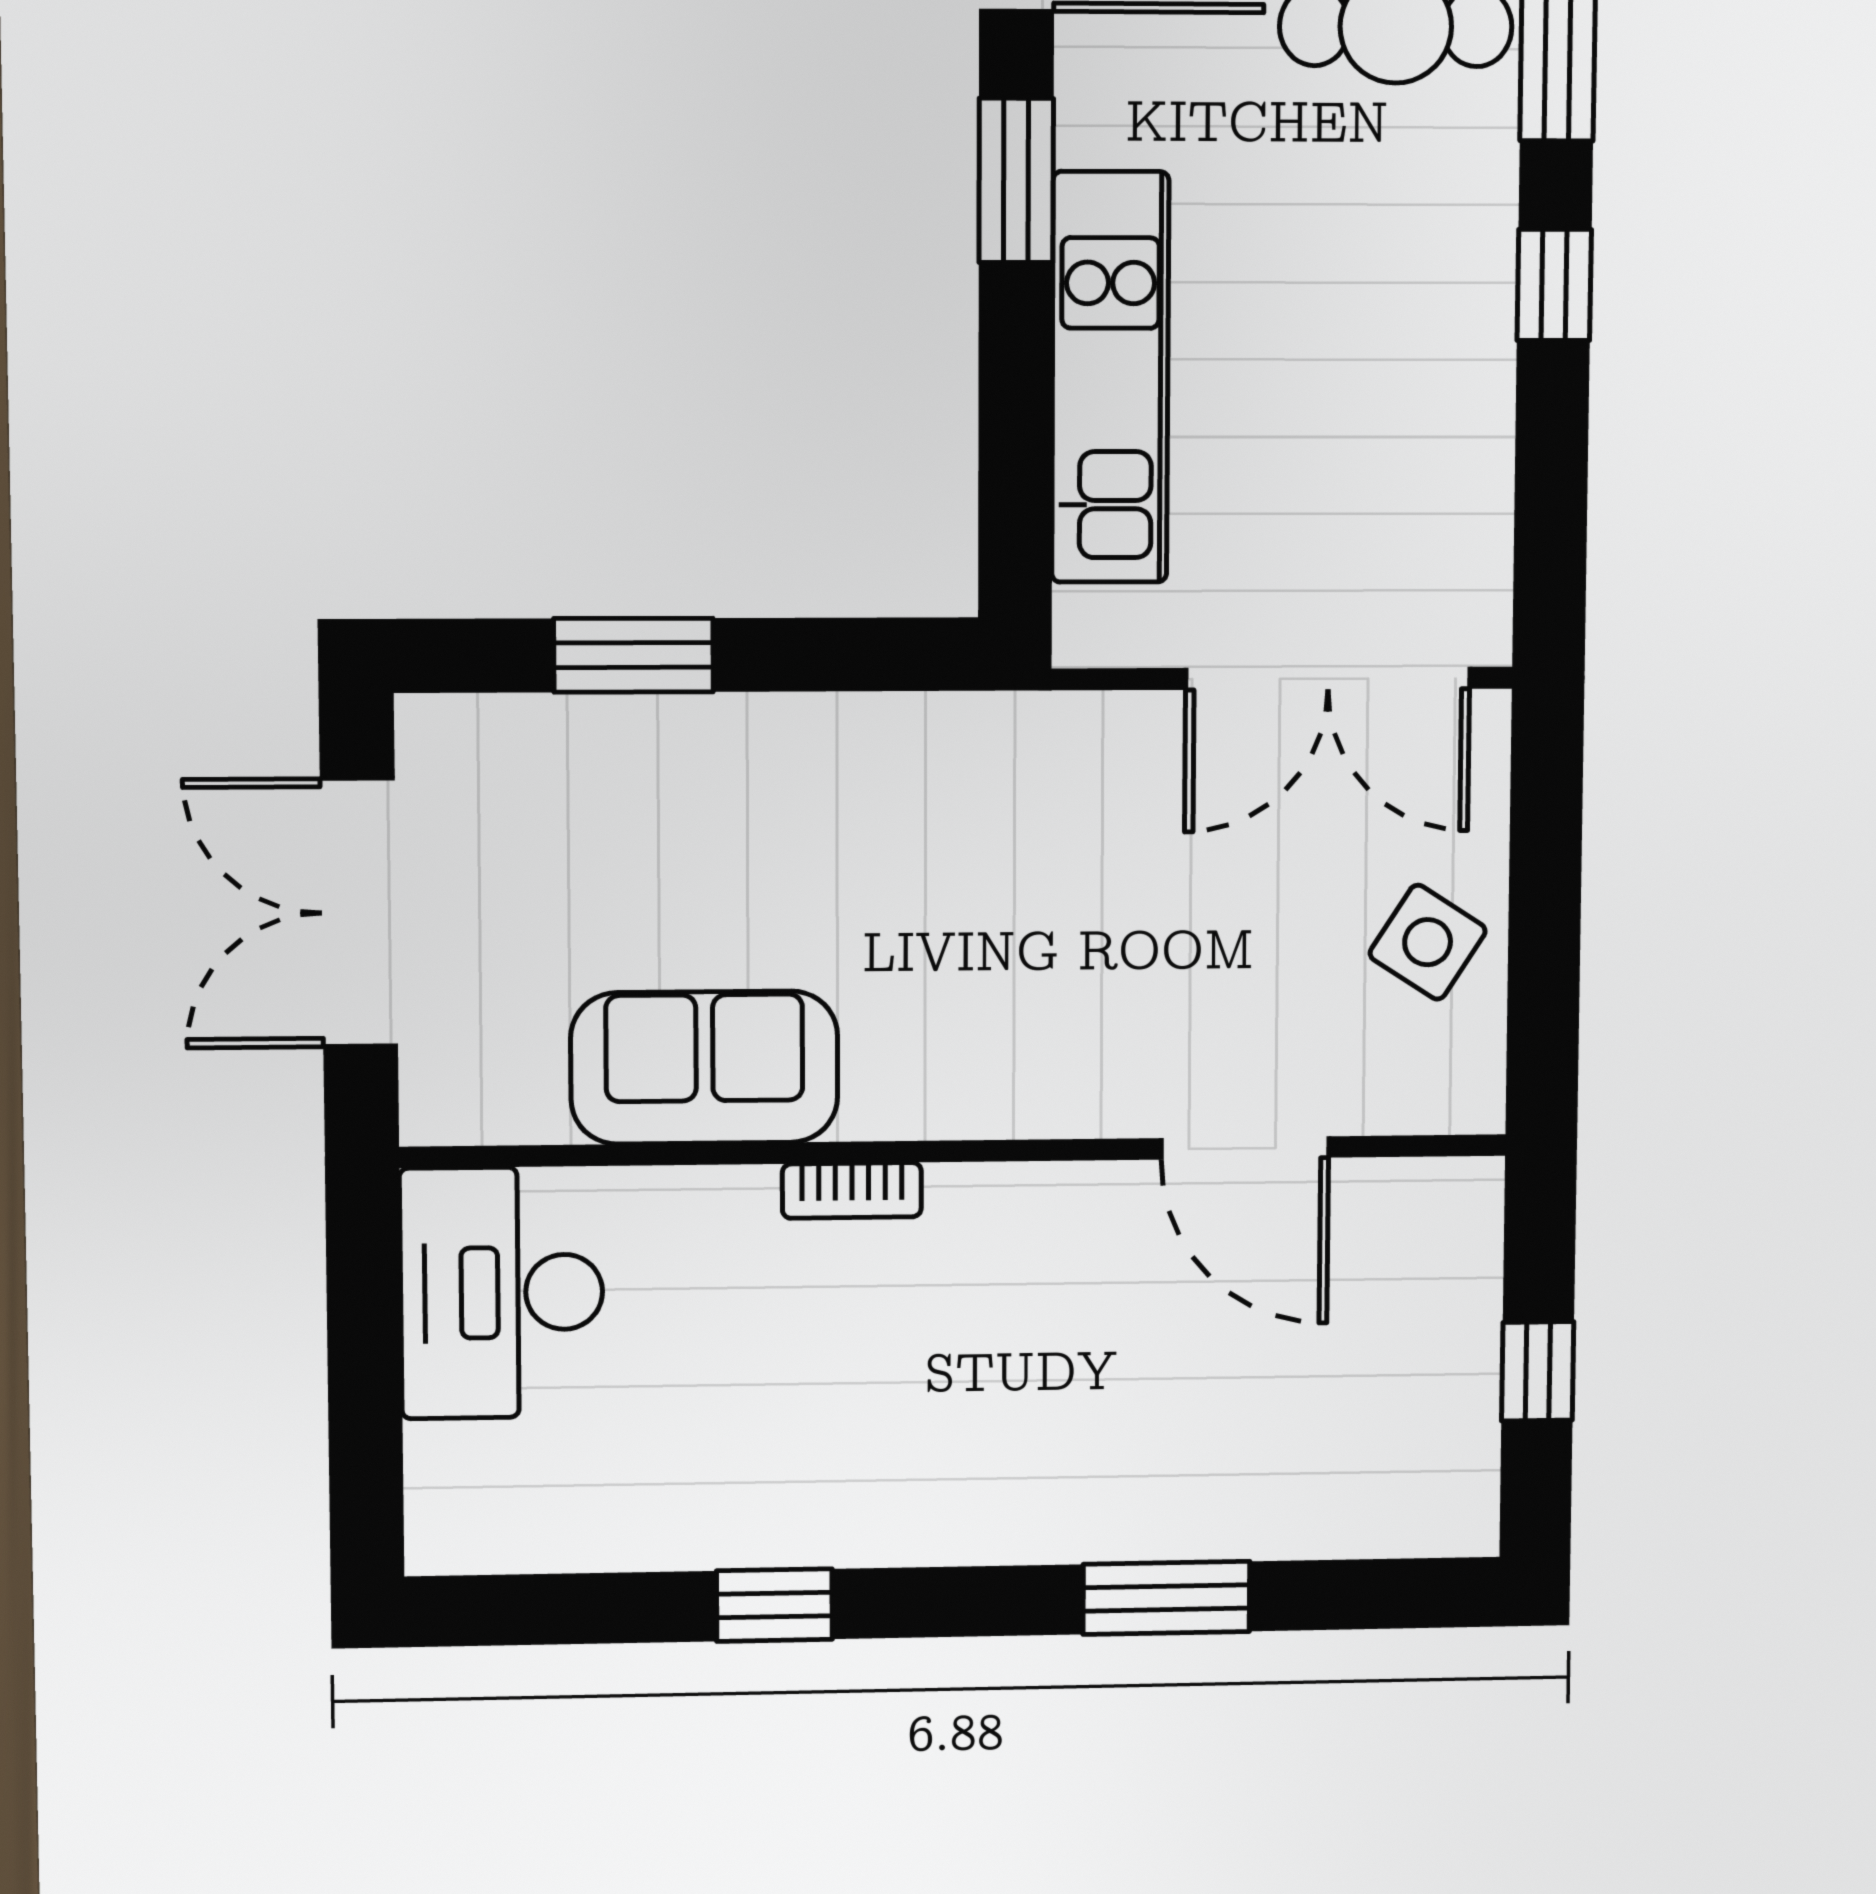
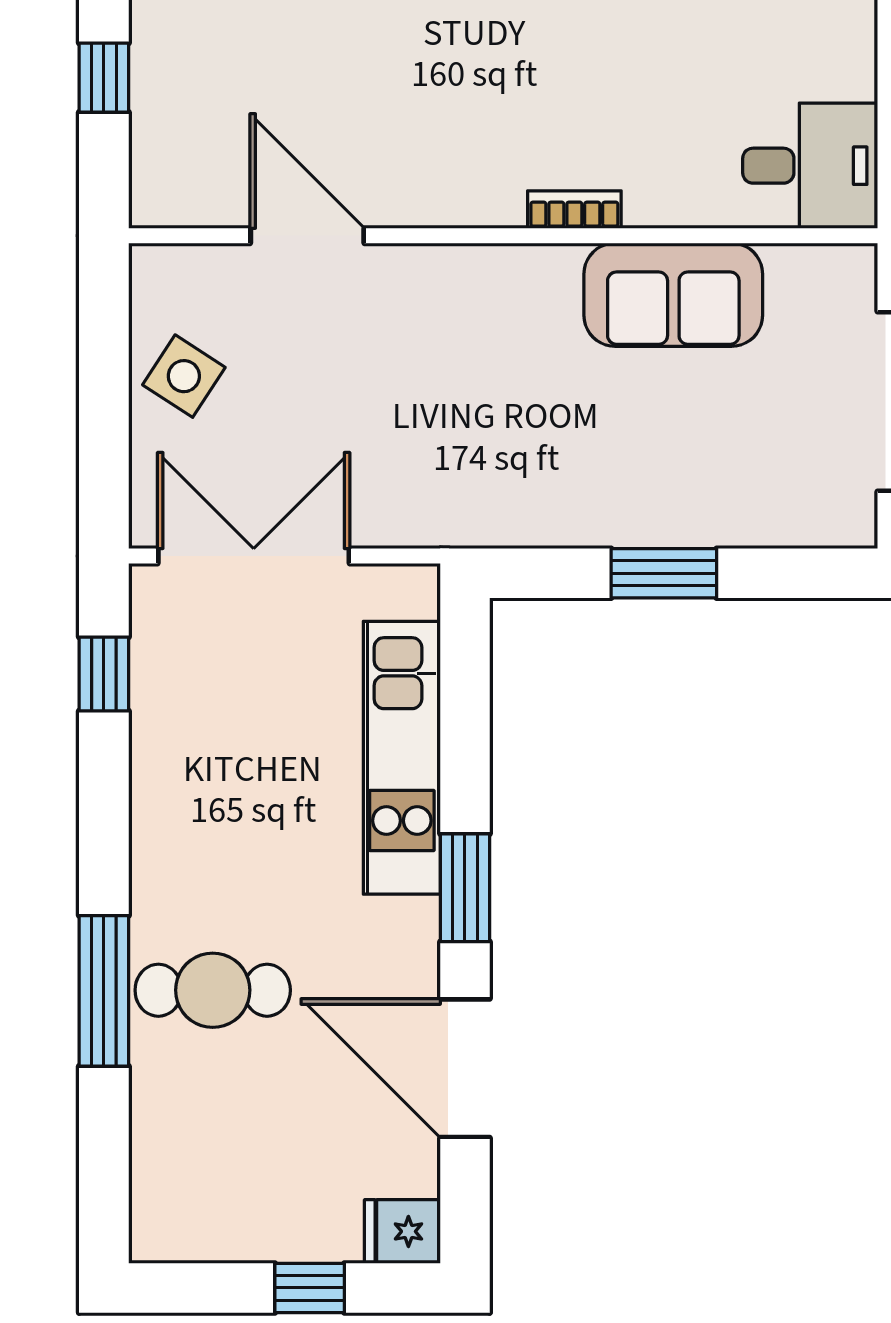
window: (1554, 285) -> (104, 674), moved
window: (634, 655) -> (664, 573), moved
desk: (502, 1293) -> (810, 166), width x0.73

